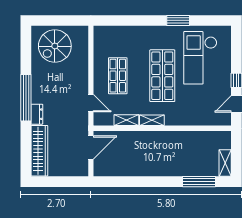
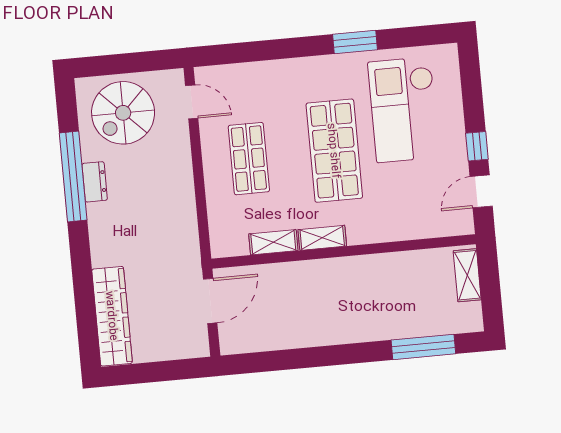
window: (26, 98) -> (73, 176), moved
door: (91, 103) -> (192, 102), moved
dresser: (37, 114) -> (95, 182), moved
shelving: (225, 163) -> (467, 275), moved

